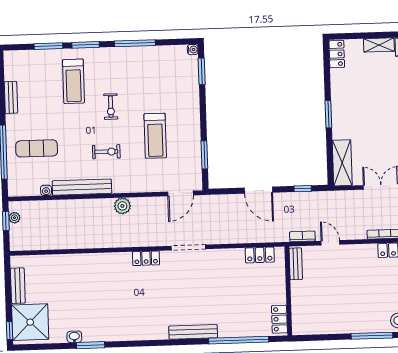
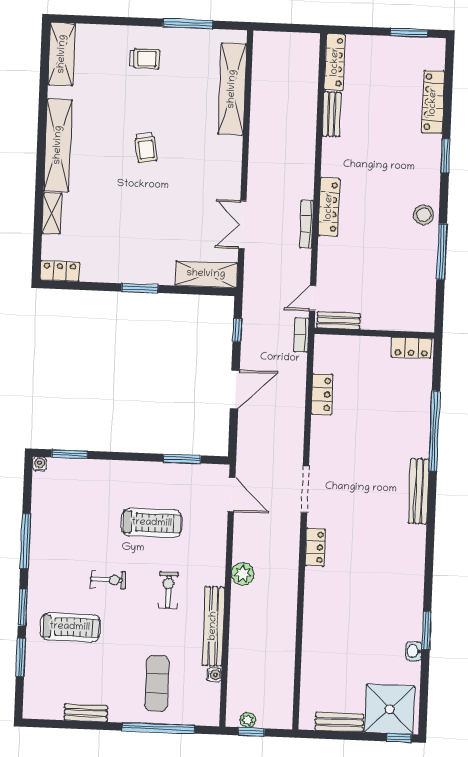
bench: (296, 264) -> (339, 320), moved
wall: (288, 291) -> (374, 333), moved
locker: (279, 319) -> (411, 348), moved

